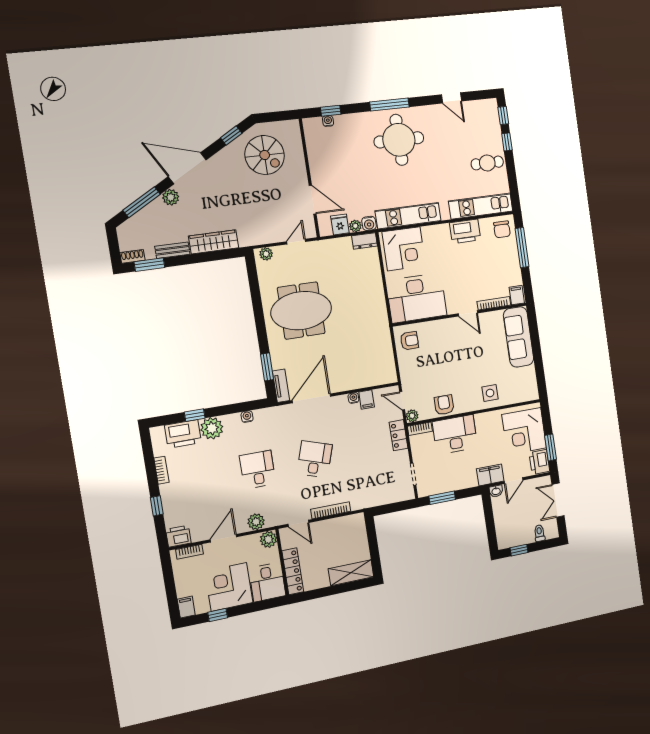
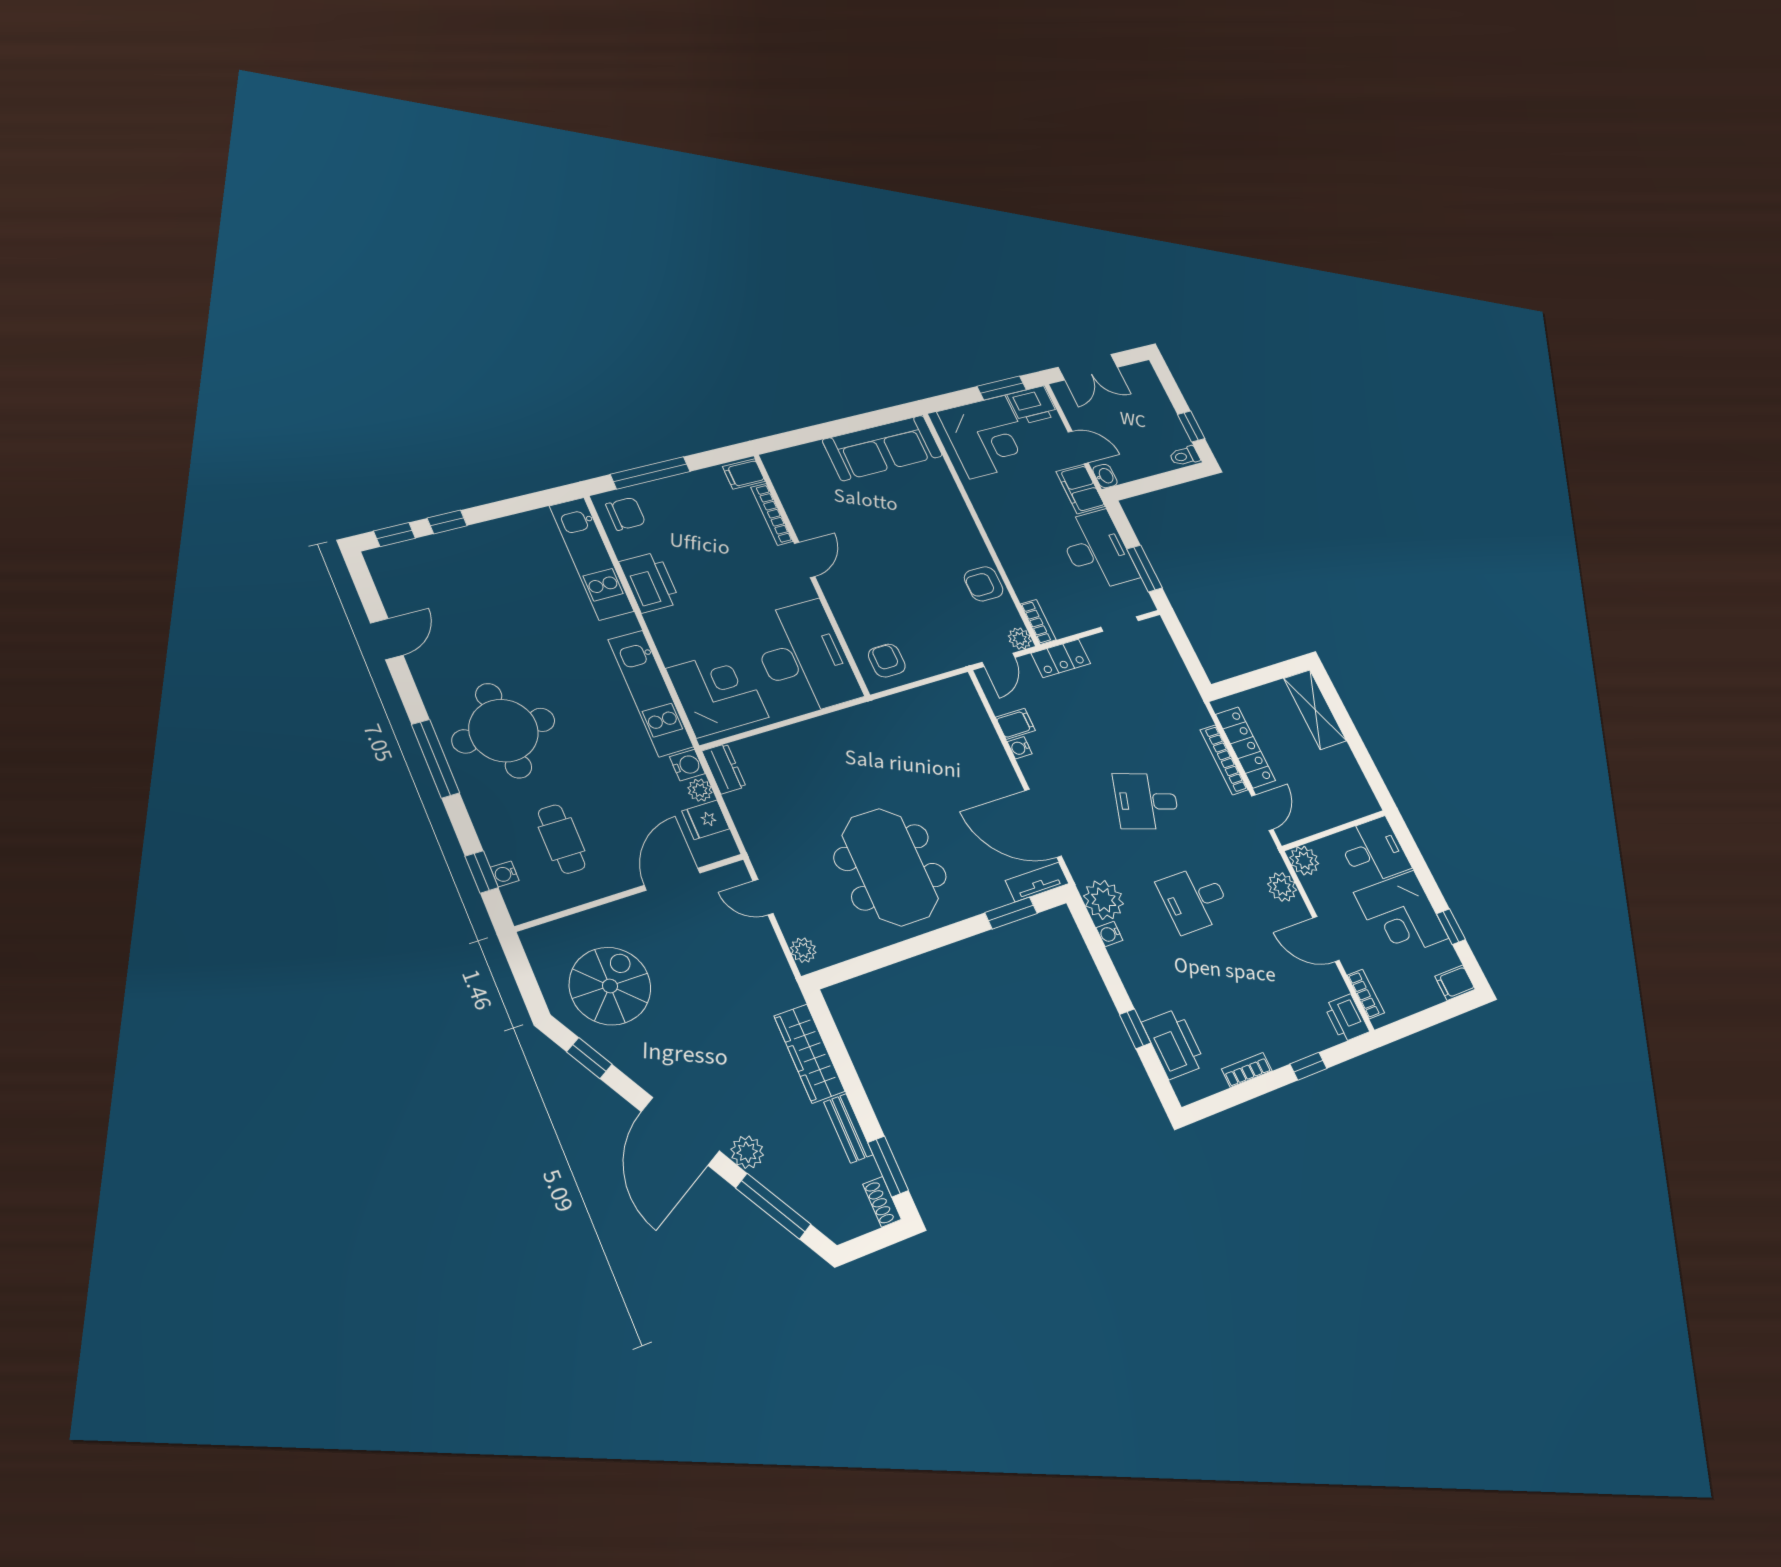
cafe table: (487, 163) -> (562, 839), moved
sofa: (519, 337) -> (883, 448), moved
side table: (490, 393) -> (938, 504), removed
plant: (212, 428) -> (1104, 900), moved
desk: (455, 434) -> (1097, 550), moved, turned 180
toilet: (539, 533) -> (1184, 456), moved
locker: (293, 571) -> (1245, 747), moved, turned 90

